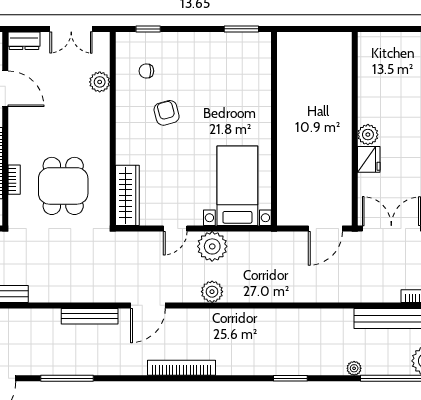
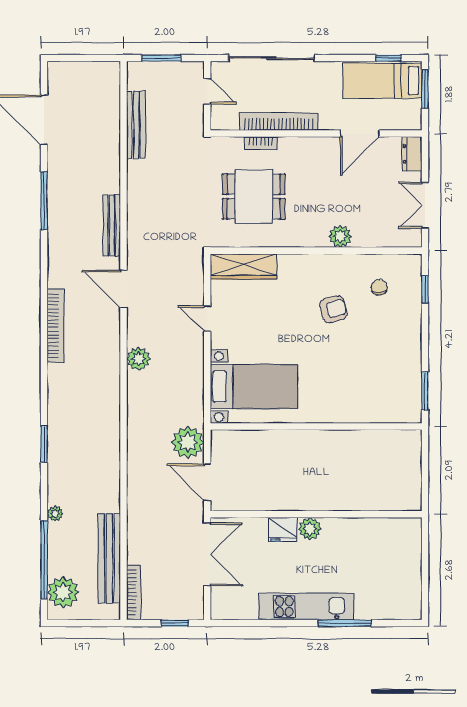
plant: (100, 82) -> (340, 236), moved
plant: (212, 246) -> (188, 442), moved

